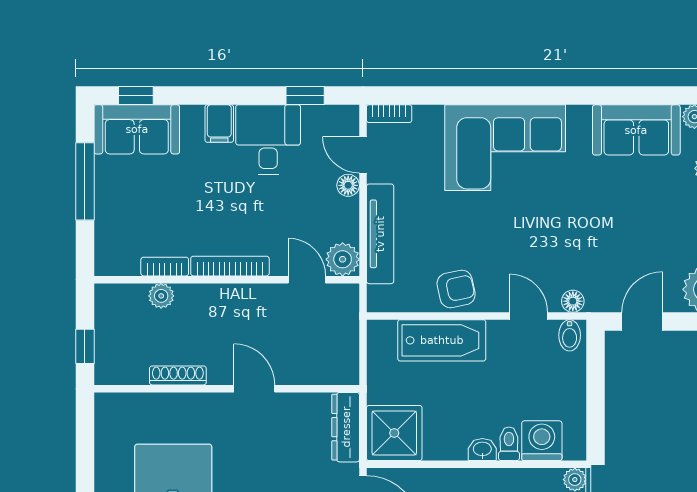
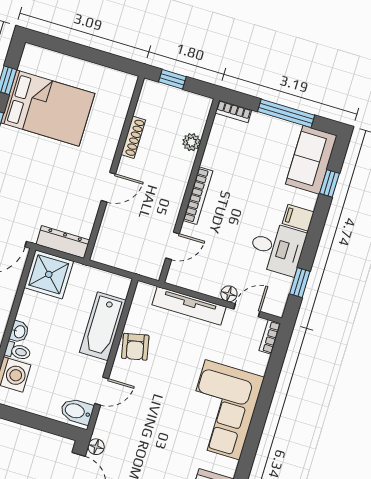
window: (136, 96) -> (330, 183), moved
plant: (343, 259) -> (179, 275), removed
bookcase: (165, 267) -> (233, 111), moved, turned 90
floor lamp: (573, 301) -> (96, 447), moved
bidet: (570, 335) -> (77, 411), width x1.38, depth x1.36

